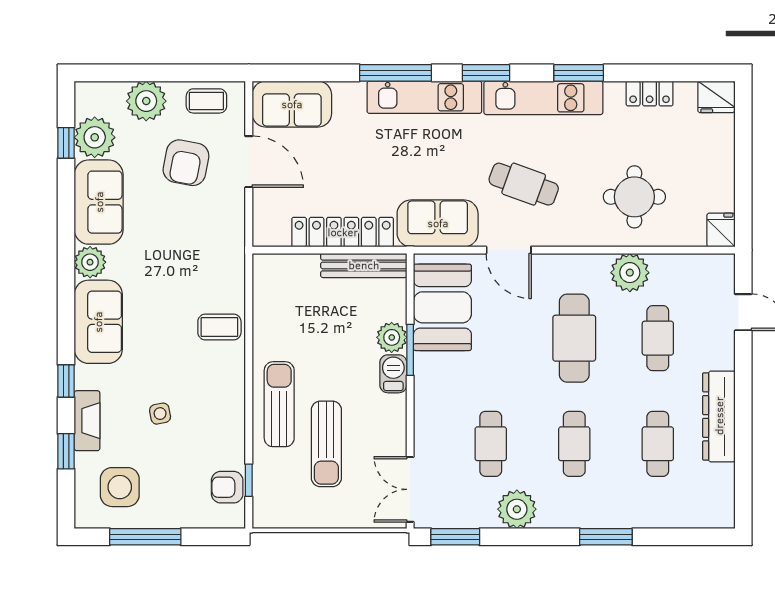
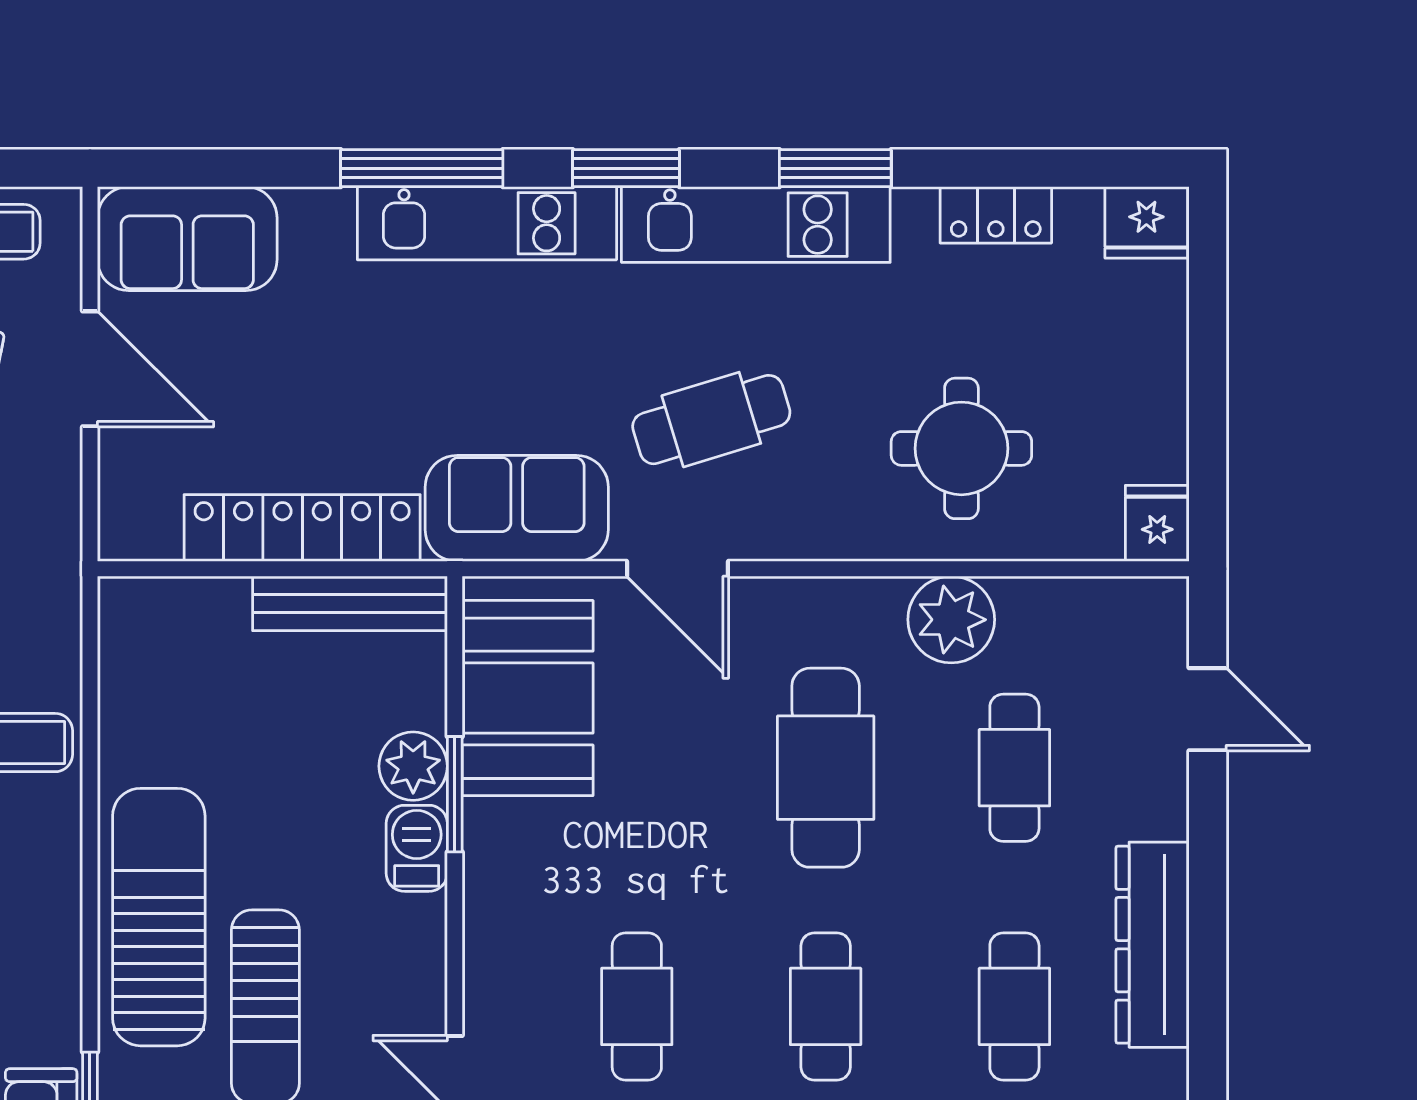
cafe table: (524, 184) -> (711, 420), turned -37
sun lounger: (279, 404) -> (159, 917), width x1.36, depth x1.34

